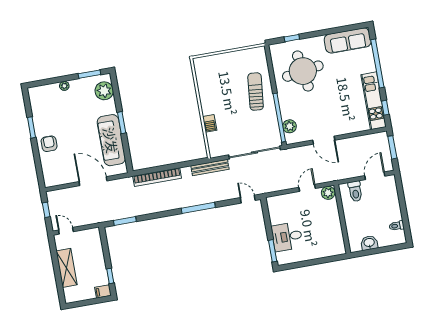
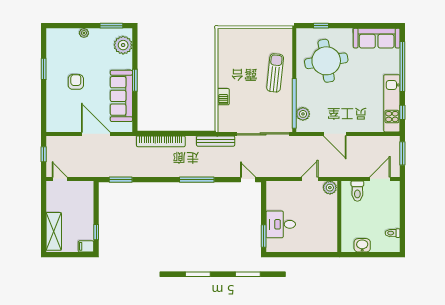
armchair: (49, 144) -> (76, 82), moved
shelving: (67, 268) -> (54, 231), moved

